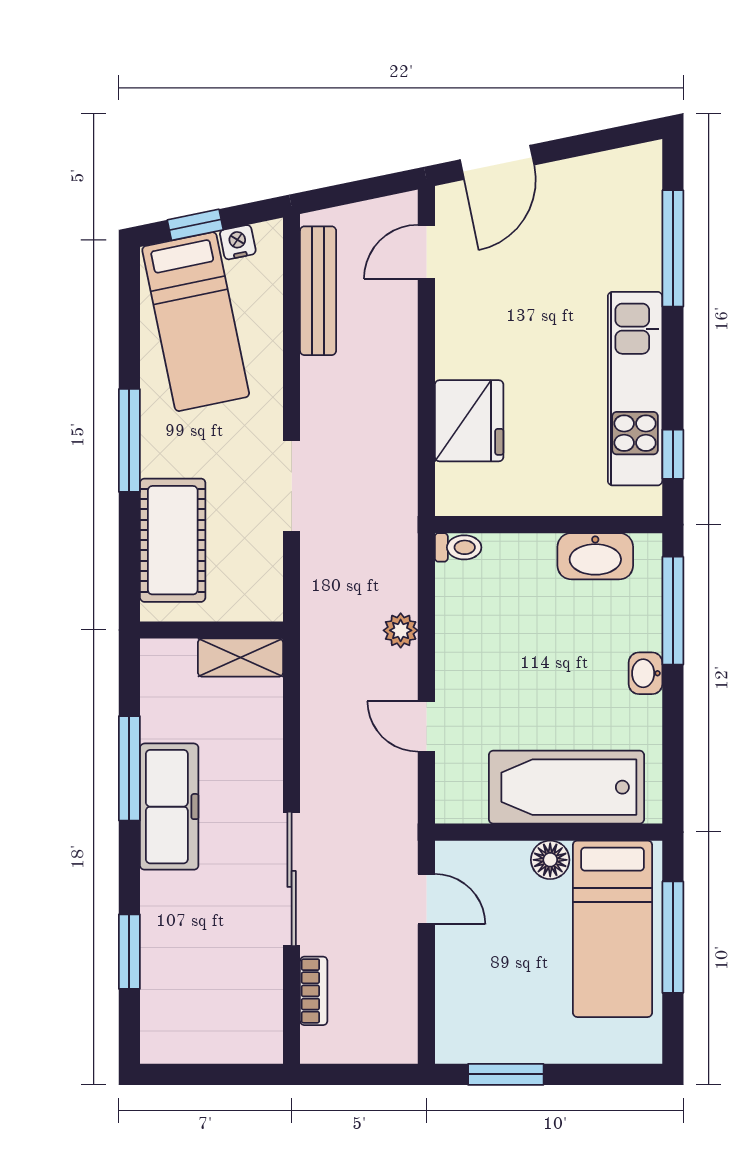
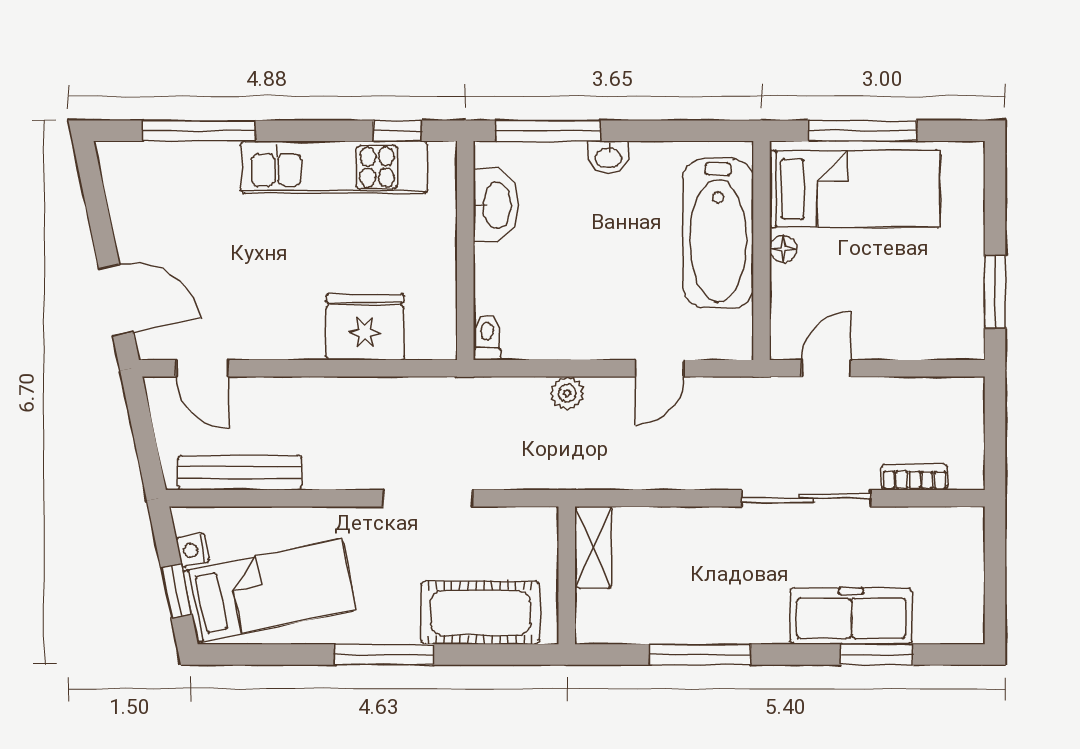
freezer: (169, 807) -> (851, 616), moved
floor lamp: (550, 860) -> (783, 249), width x0.73, depth x0.73

